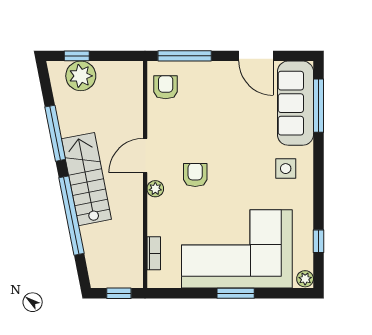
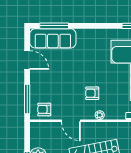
door: (256, 56) -> (27, 60), hinge flipped
door: (145, 156) -> (71, 121), moved
side table: (286, 169) -> (89, 44), removed

